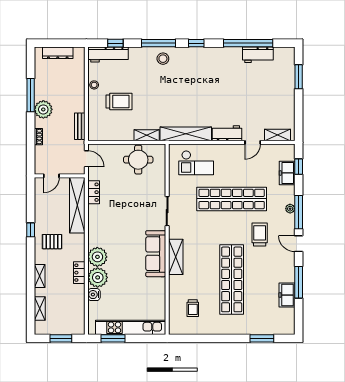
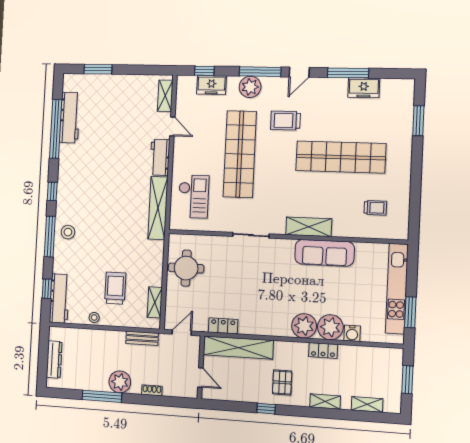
workbench: (258, 55) -> (70, 118), width x1.38
shelving: (147, 135) -> (155, 302), moved
plant: (290, 209) -> (250, 87), width x1.88, depth x1.88
sofa: (156, 254) -> (325, 253), moved

